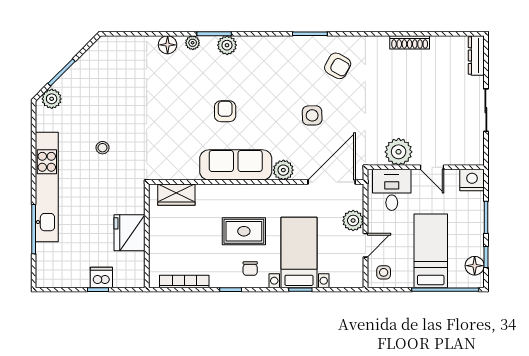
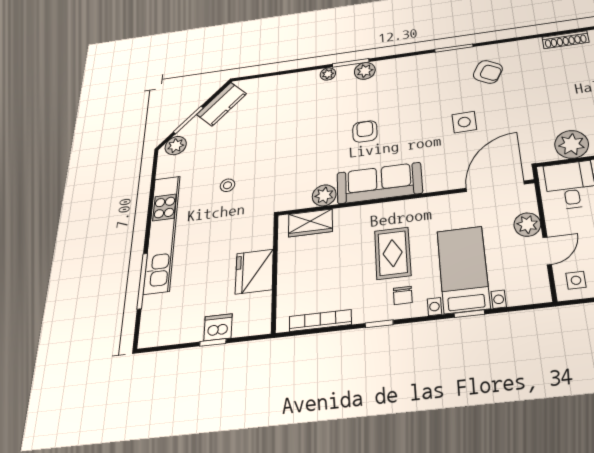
floor lamp: (168, 45) -> (301, 80), removed
kitchen counter: (92, 60) -> (222, 104), added
plant: (283, 170) -> (324, 195), moved
rug: (244, 231) -> (393, 253), turned 90

